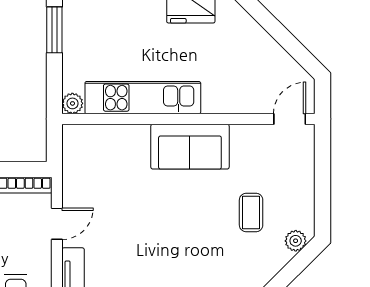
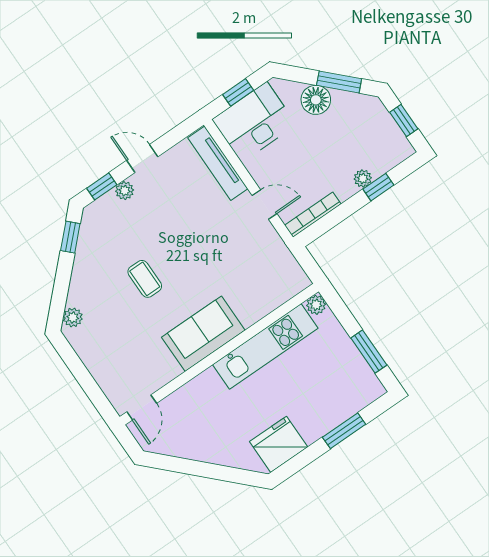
coffee table: (251, 213) -> (145, 279), moved
door: (57, 224) -> (264, 204), swing flipped

